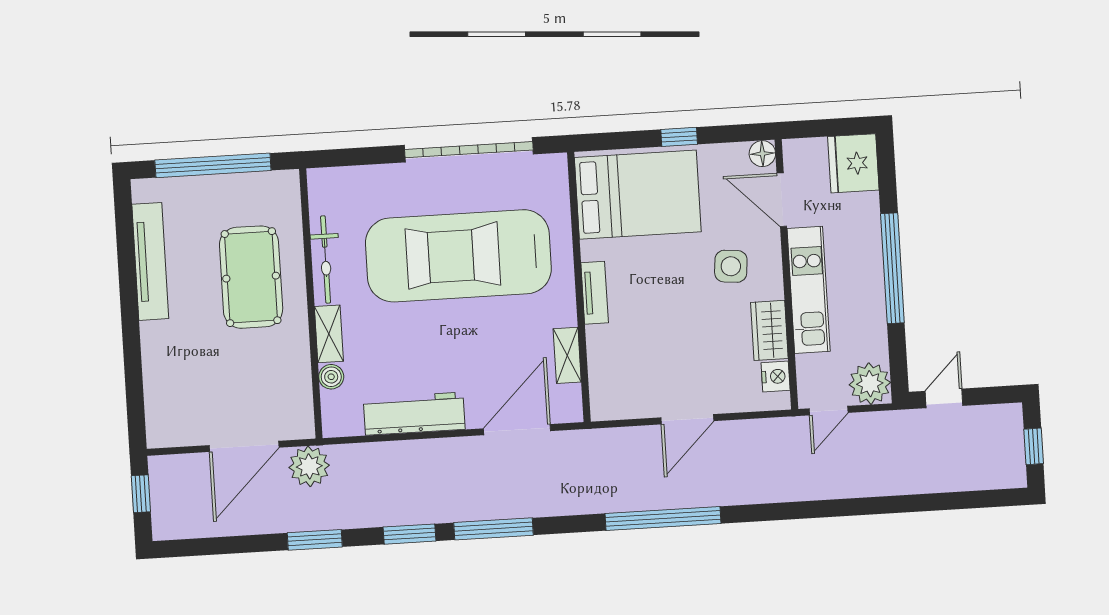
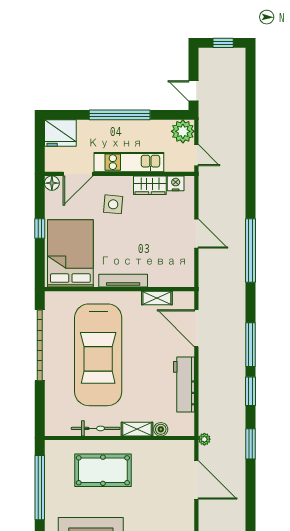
tv unit: (595, 293) -> (123, 281), width x1.41
plant: (309, 466) -> (204, 439), width x0.53, depth x0.53

